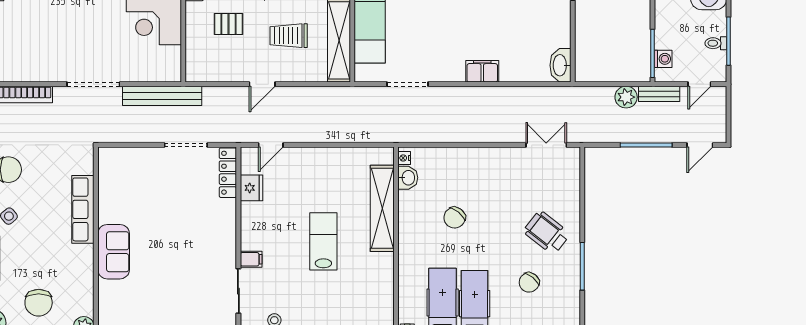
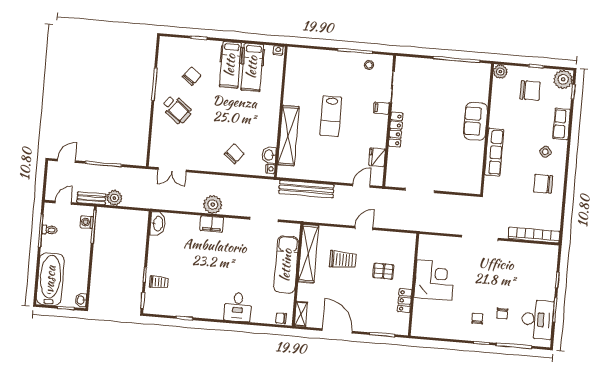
bench: (162, 96) -> (306, 189), moved
plant: (483, 99) -> (213, 205), added
locker: (228, 173) -> (396, 130), moved
chair: (455, 218) -> (234, 154), moved
chair: (39, 303) -> (530, 91), turned 90

